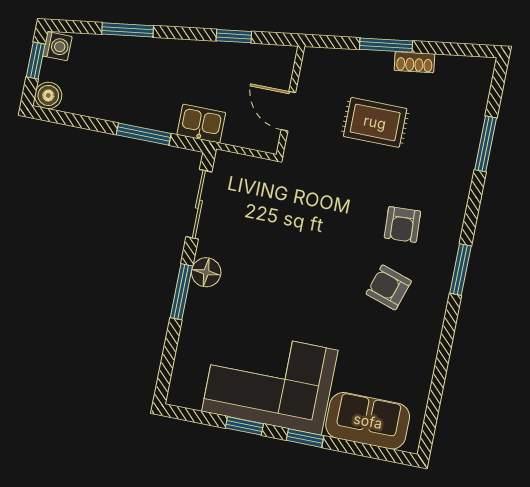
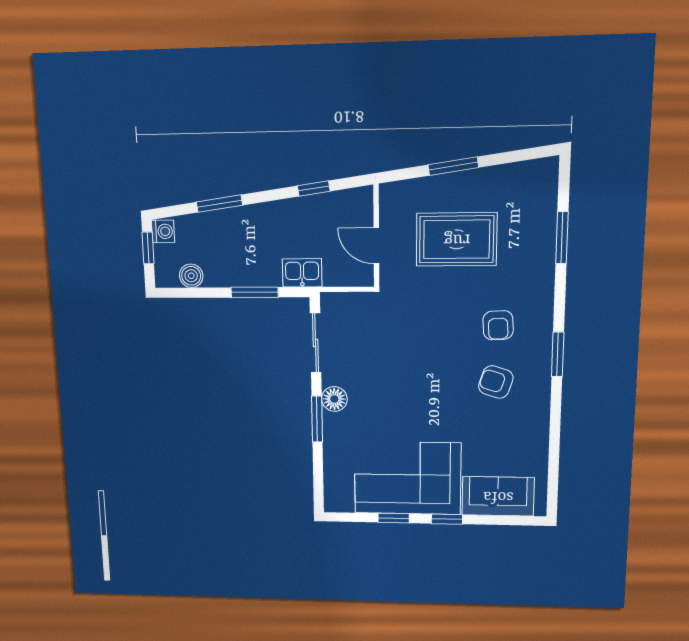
shoe rack: (414, 62) -> (483, 176), removed
boiler: (48, 95) -> (191, 276), moved
rug: (375, 122) -> (457, 239), width x1.36, depth x1.43

